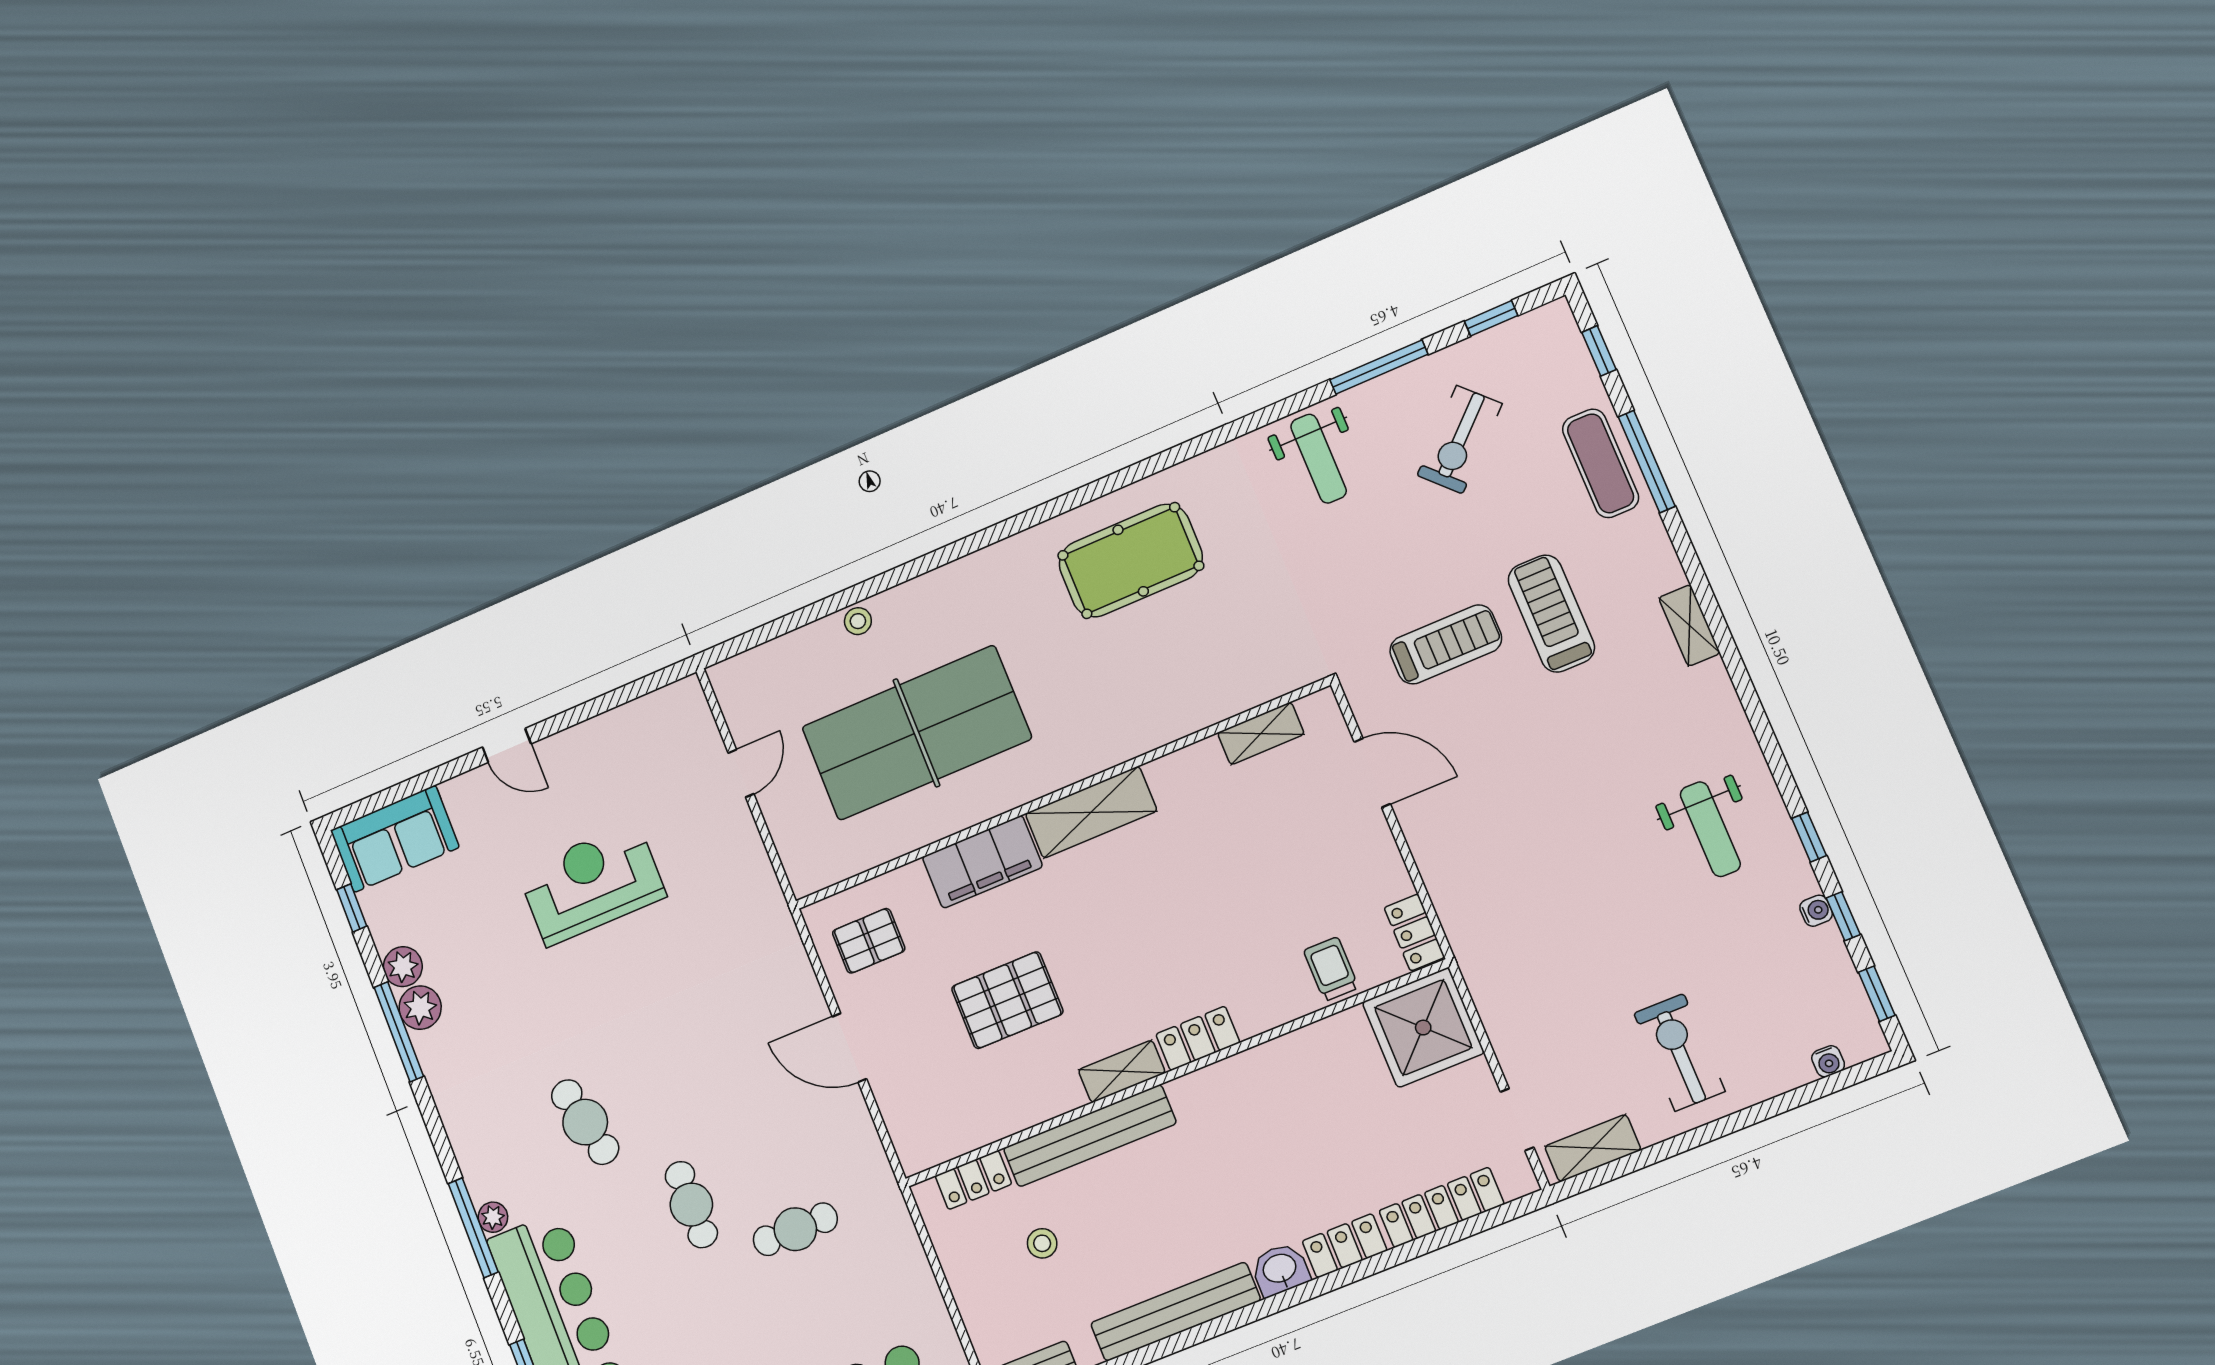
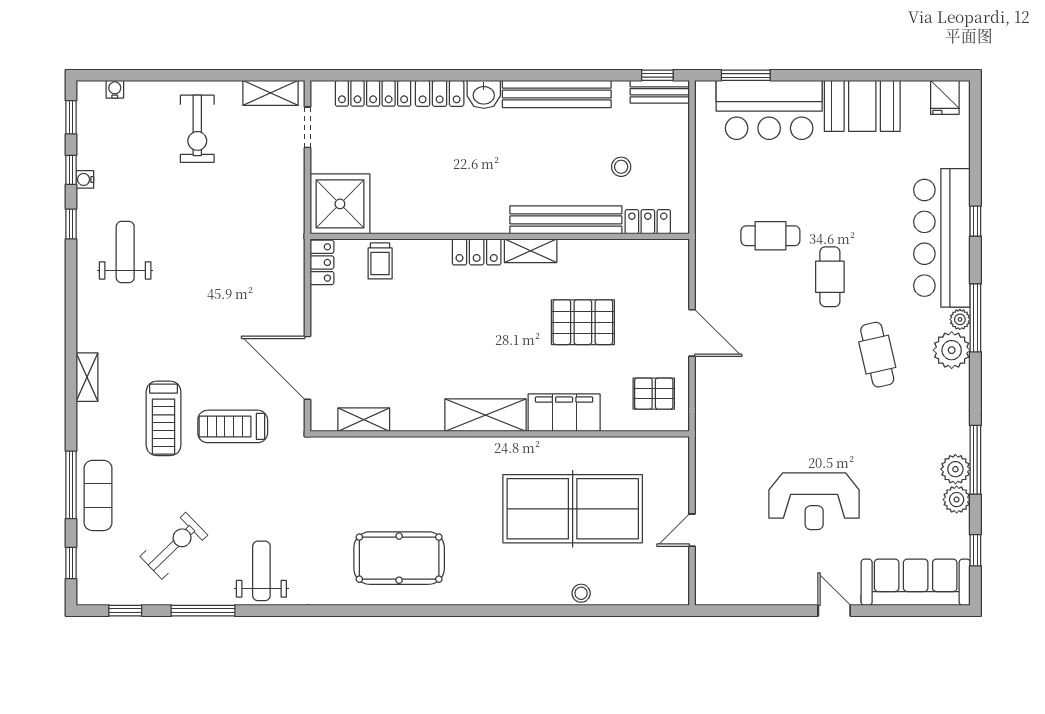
door: (1372, 773) -> (307, 368), width x1.36
sofa: (395, 839) -> (916, 582), width x1.36
plant: (488, 1170) -> (952, 350), added

